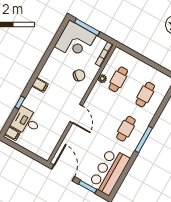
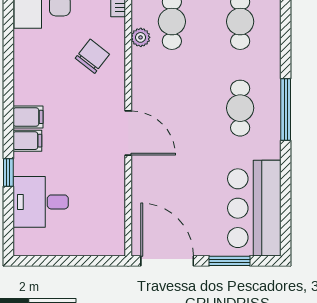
filing cabinet: (12, 133) -> (27, 141), moved

